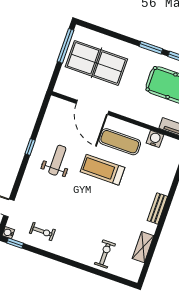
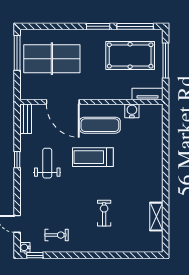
bench: (157, 208) -> (26, 119), moved
exercise bike: (105, 254) -> (104, 213), moved

